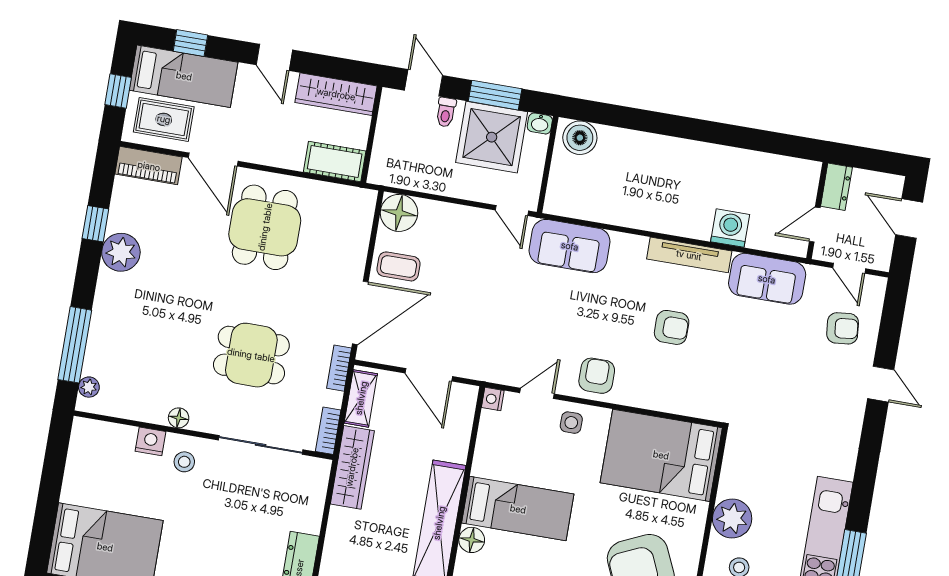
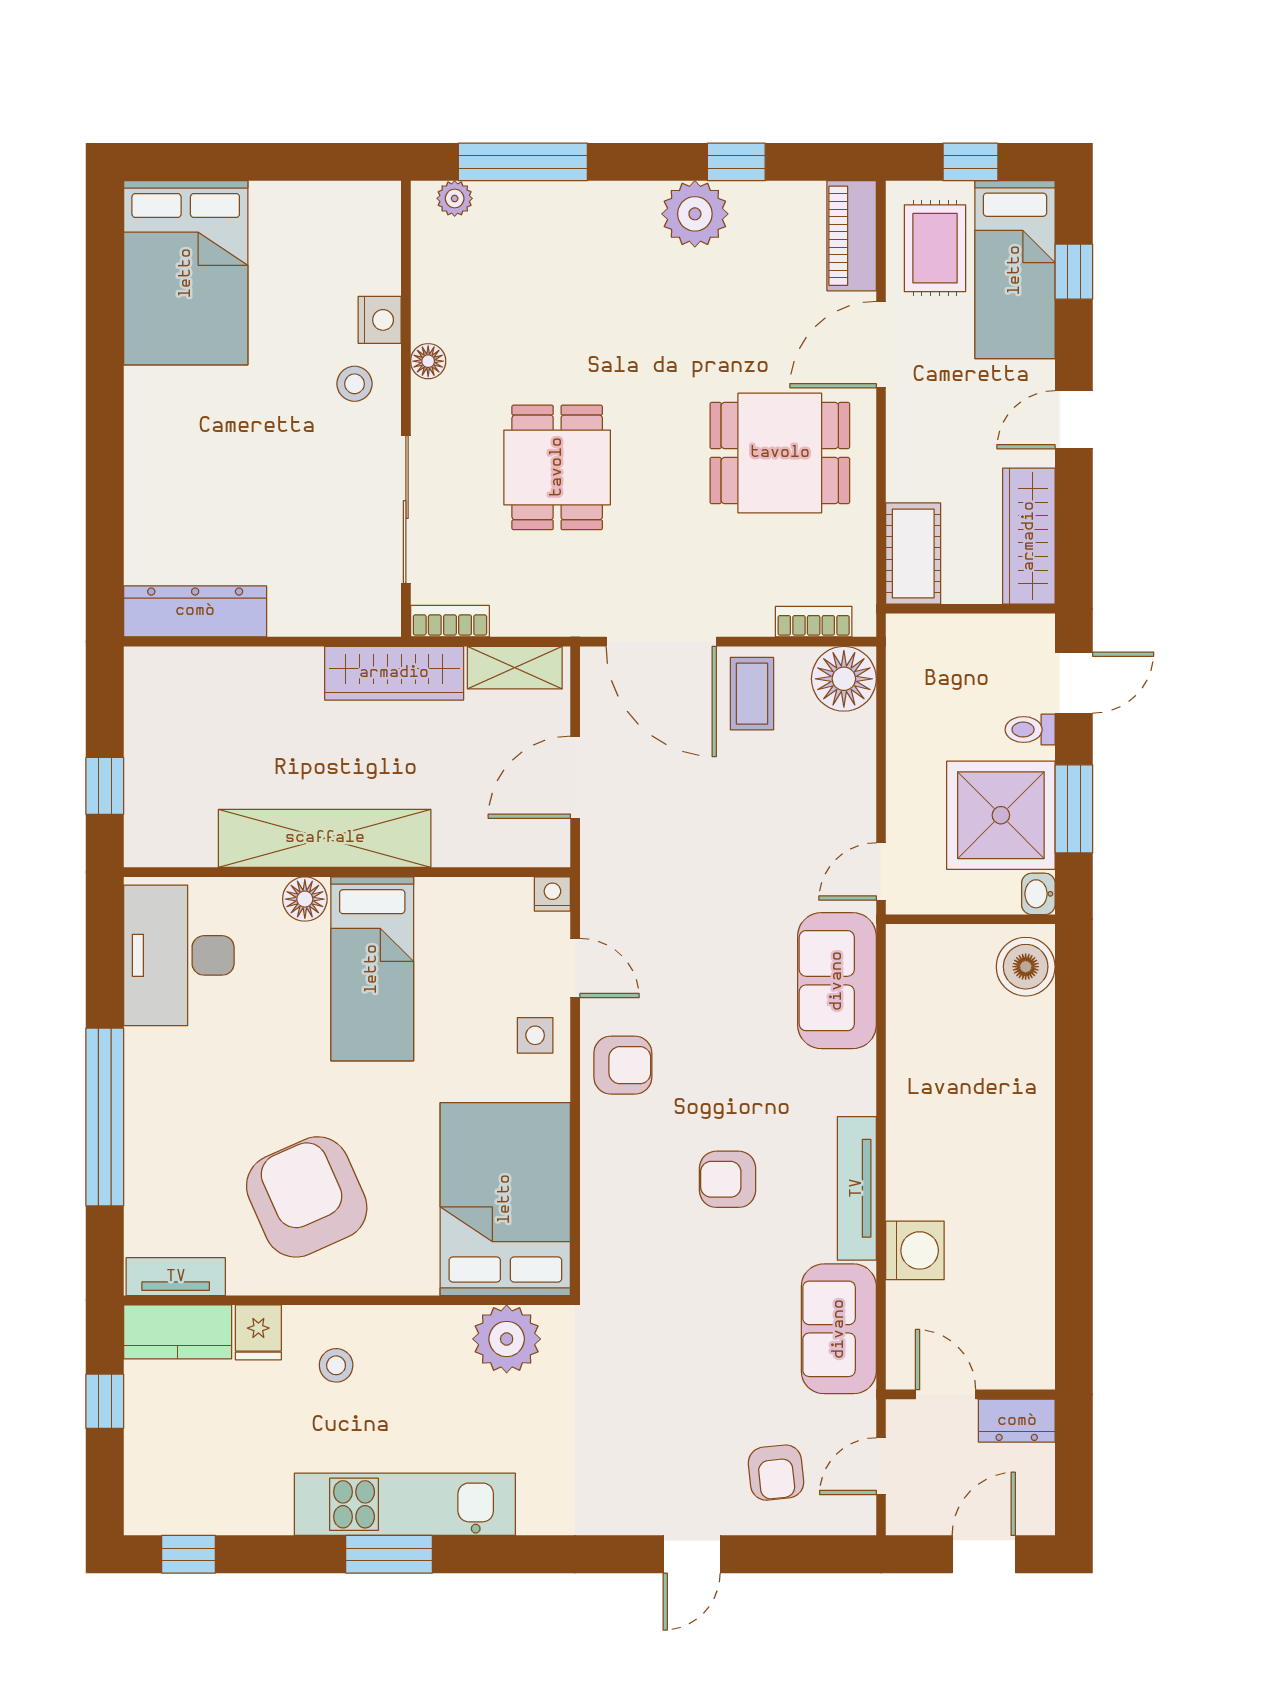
armchair: (672, 327) -> (727, 1179), turned 90
bookcase: (339, 368) -> (814, 622), moved
plant: (732, 519) -> (507, 1339), moved

